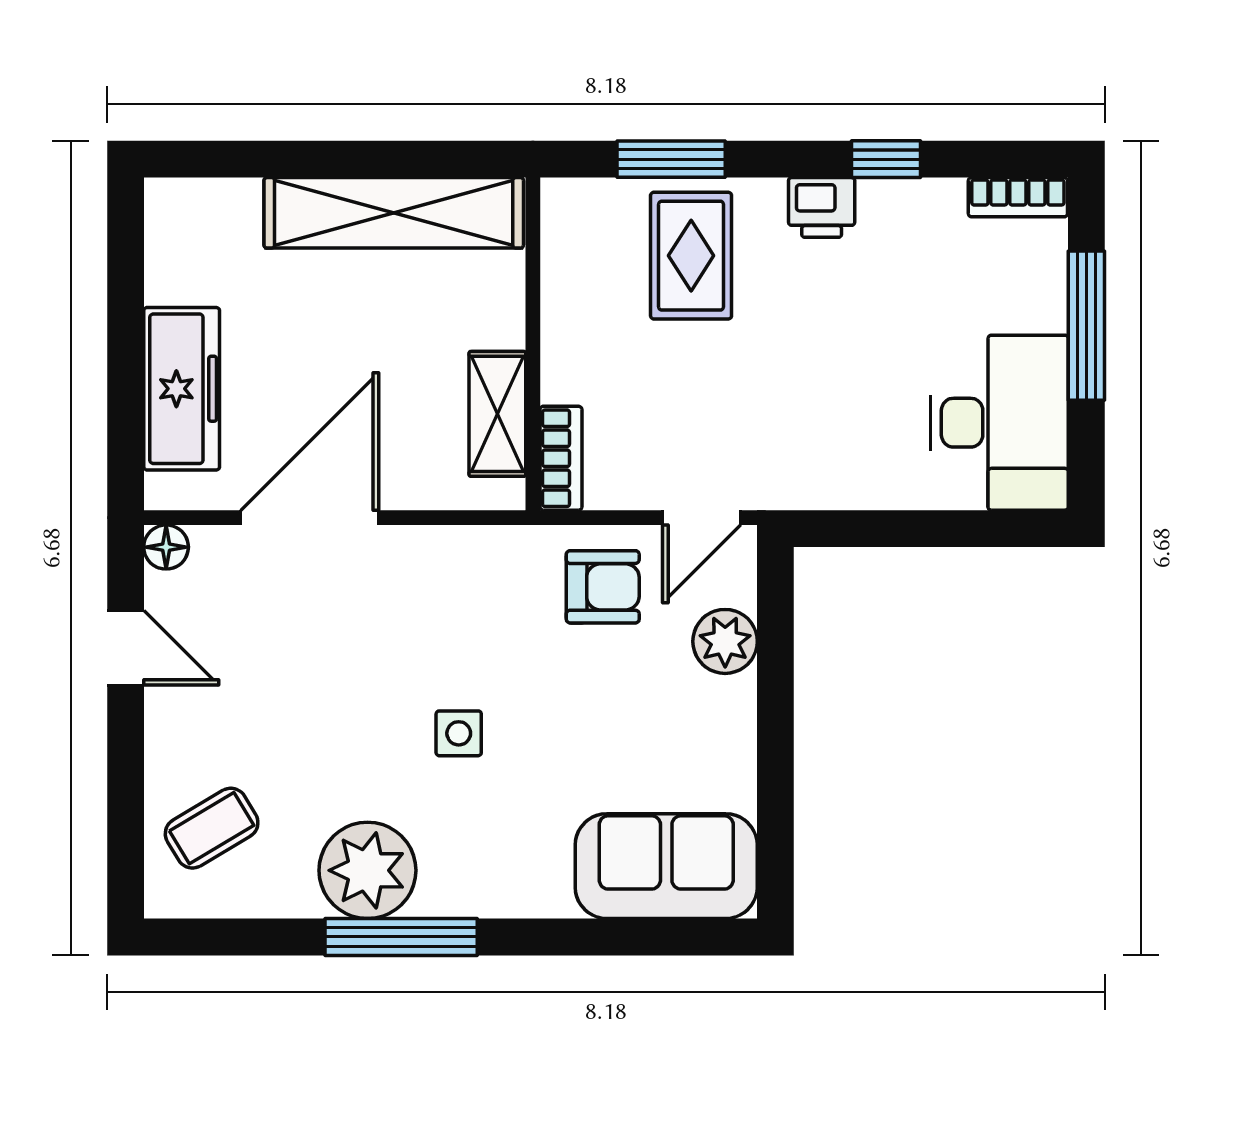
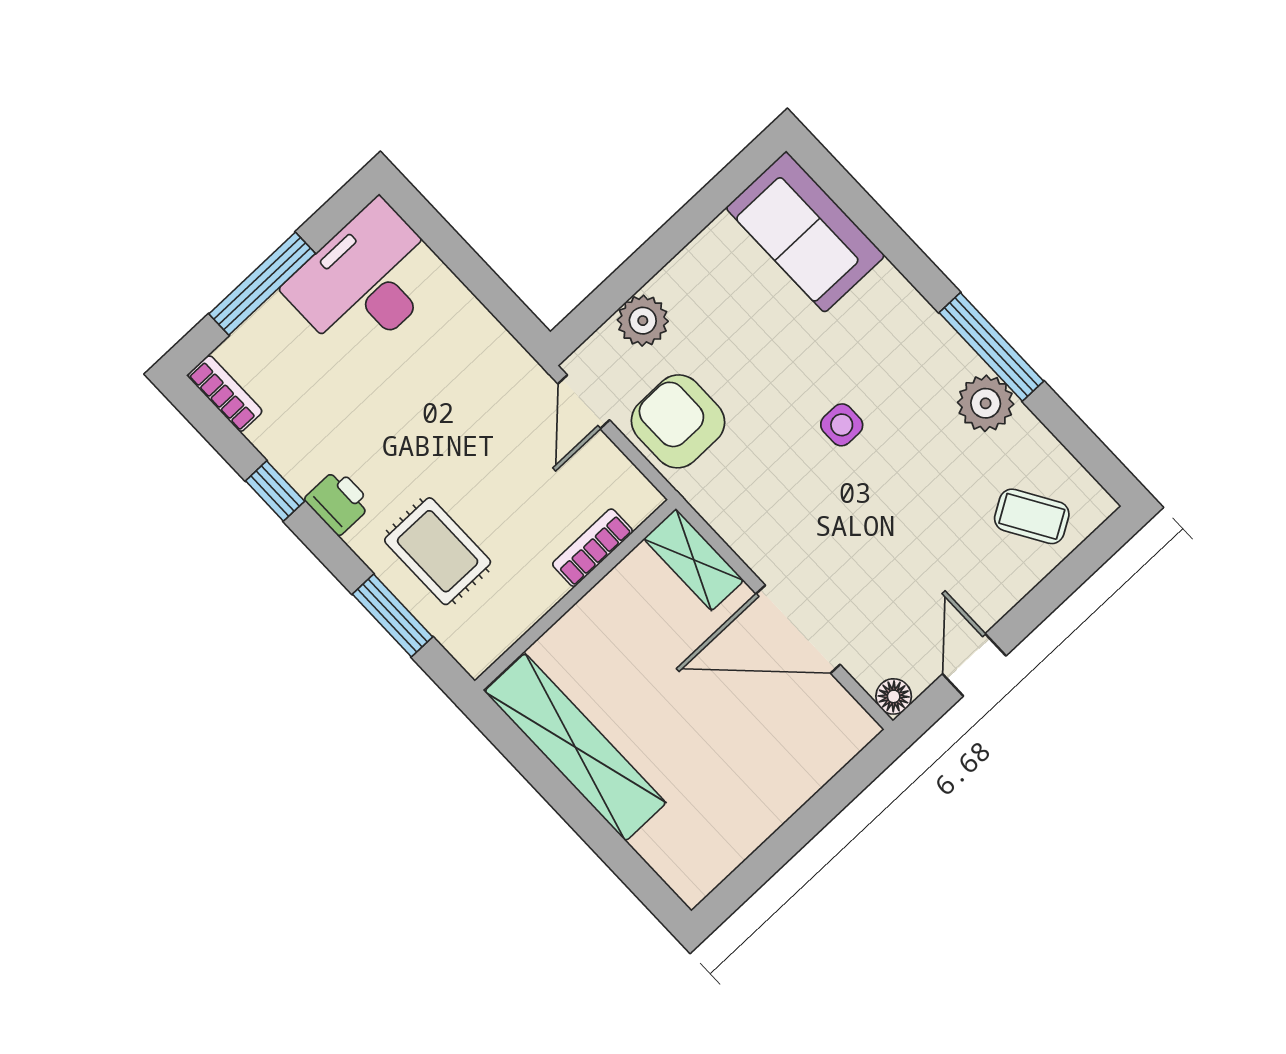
rug: (691, 256) -> (438, 551), turned 90
freezer: (182, 389) -> (793, 774), removed
shelving: (497, 414) -> (694, 560), moved, turned 90
bookcase: (561, 458) -> (593, 548), moved
door: (702, 518) -> (584, 402), swing flipped
armchair: (603, 587) -> (678, 421), width x1.38, depth x1.38
plant: (367, 870) -> (986, 403), width x0.73, depth x0.73

